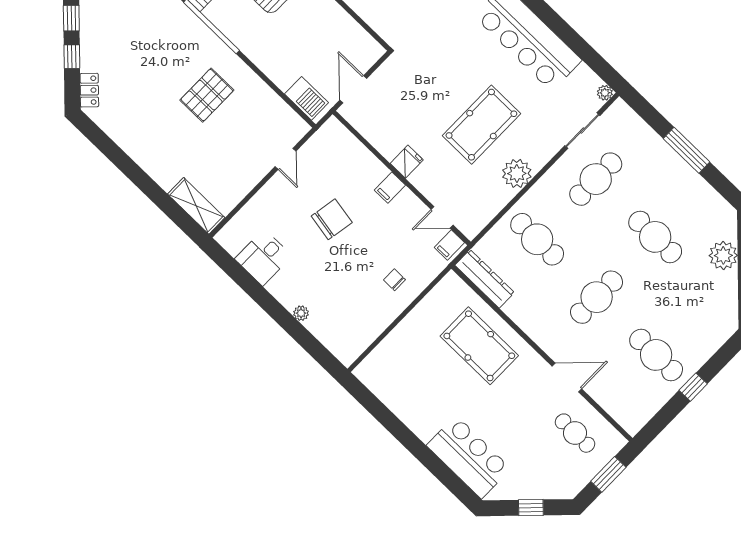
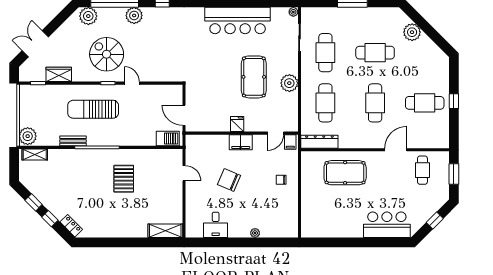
filing cabinet: (390, 188) -> (241, 142), width x2.00
chair: (332, 219) -> (229, 180), turned -77
cafe table: (537, 239) -> (325, 103), turned 90
cafe table: (575, 433) -> (422, 170), turned 90

